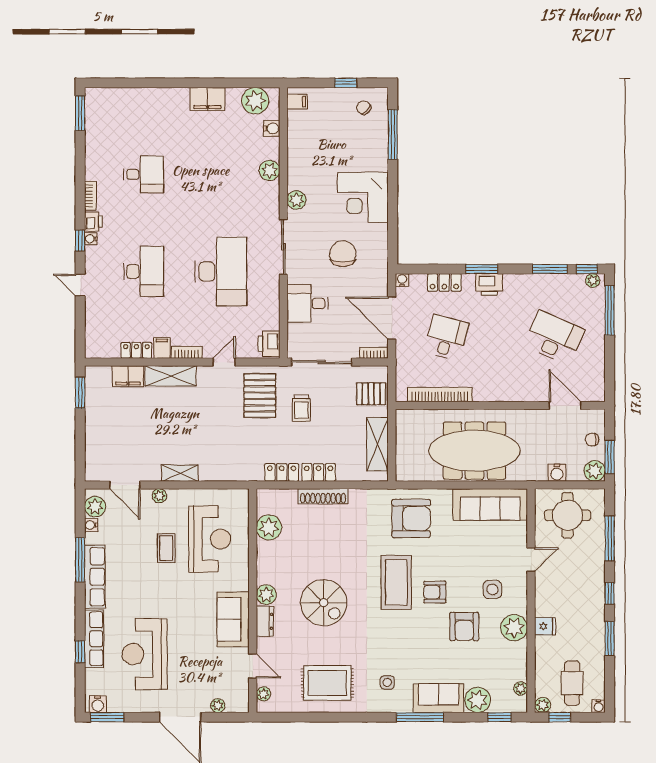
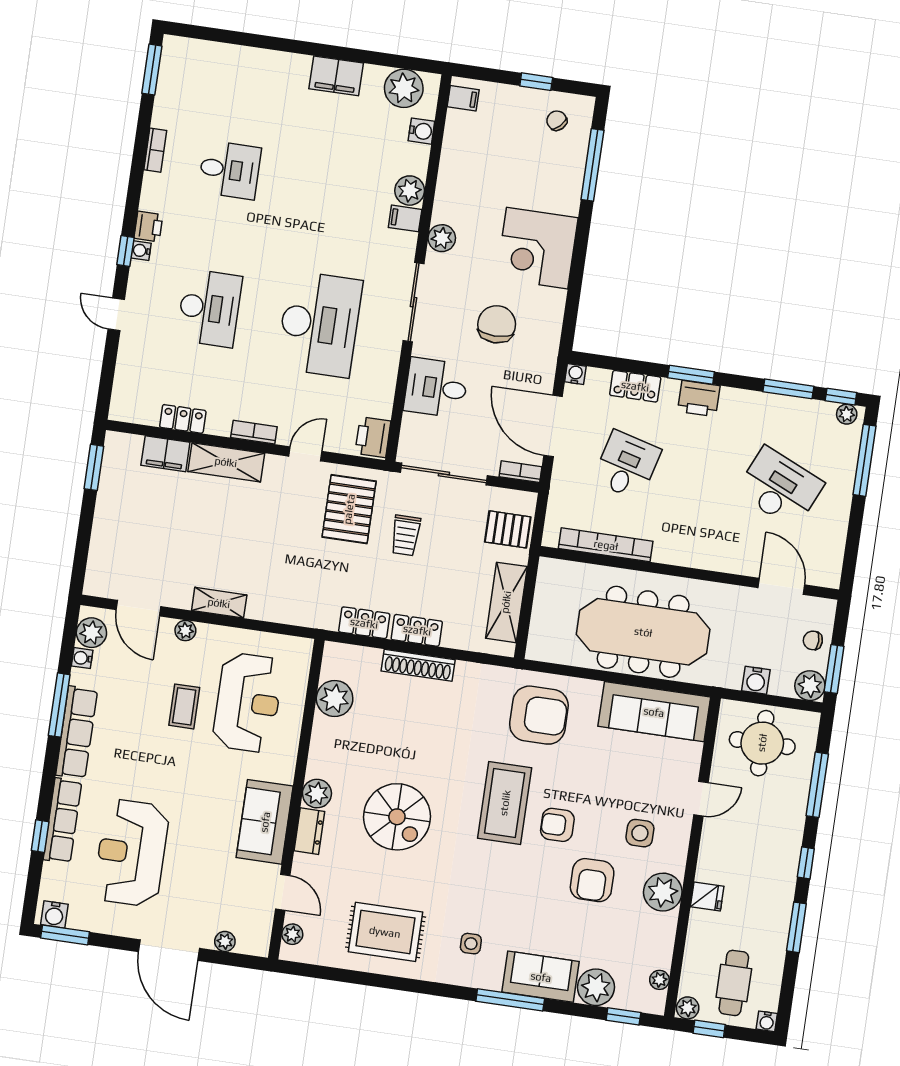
bookcase: (90, 196) -> (155, 150), moved
filing cabinet: (162, 348) -> (405, 218), moved, turned -90

